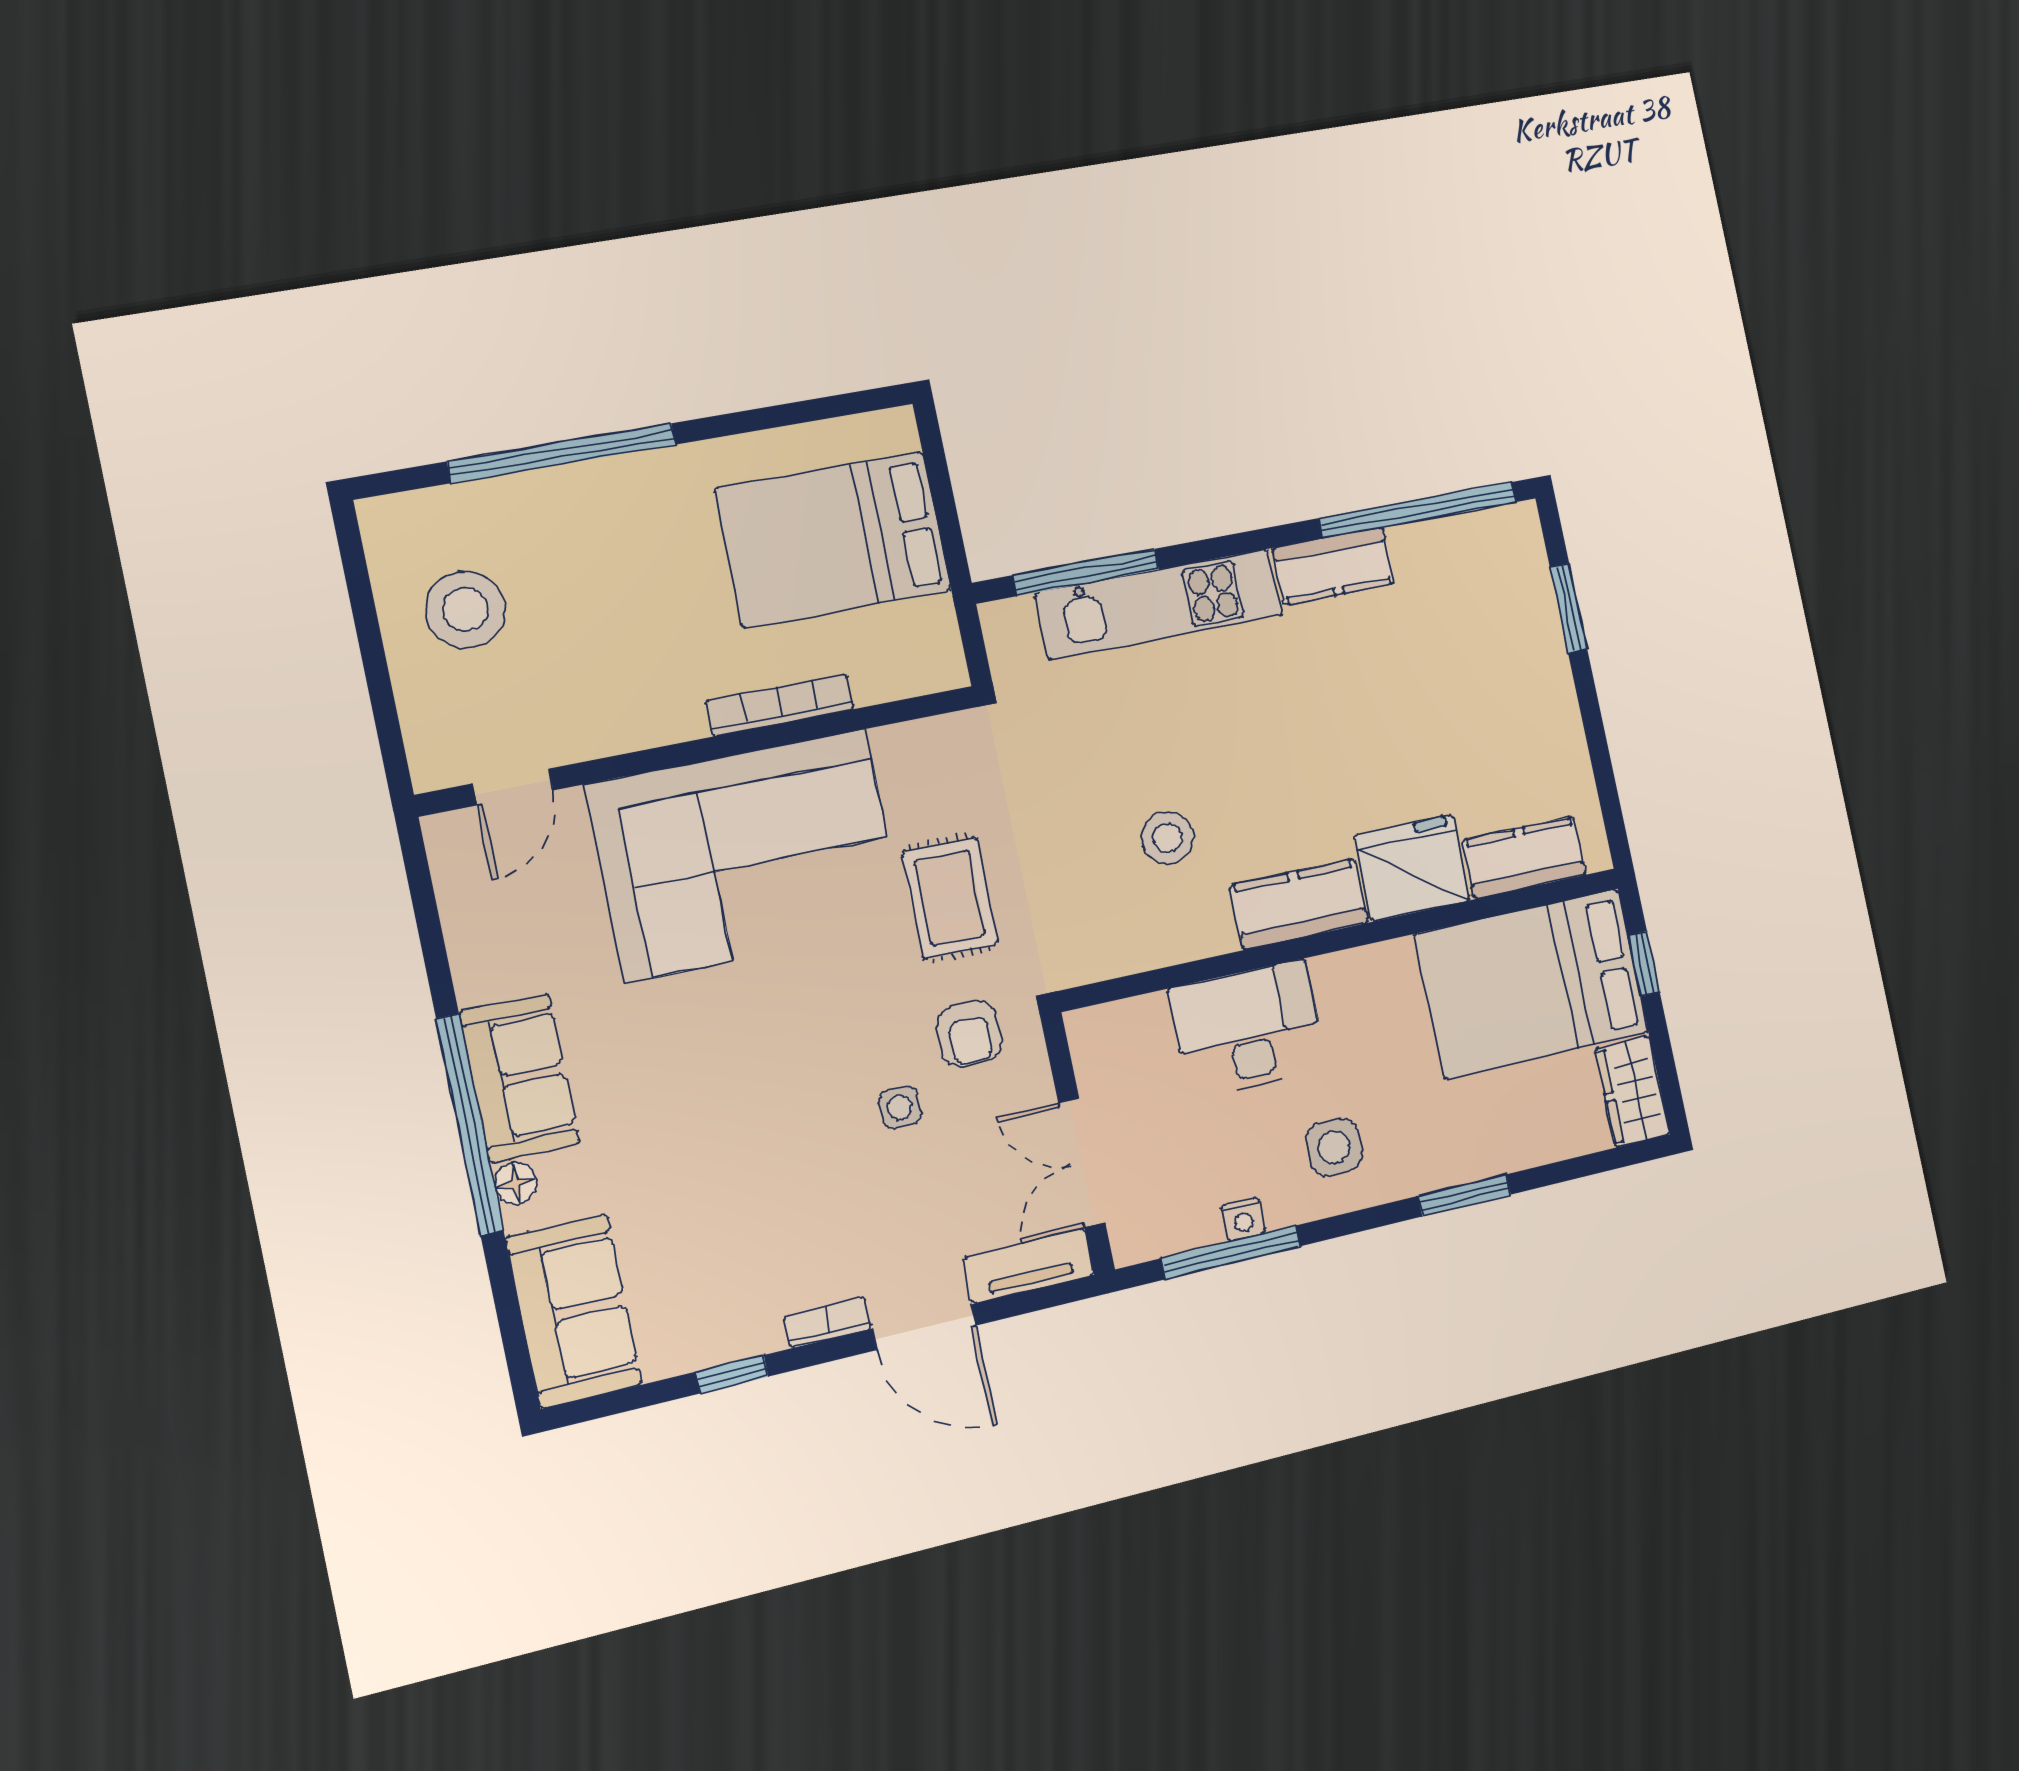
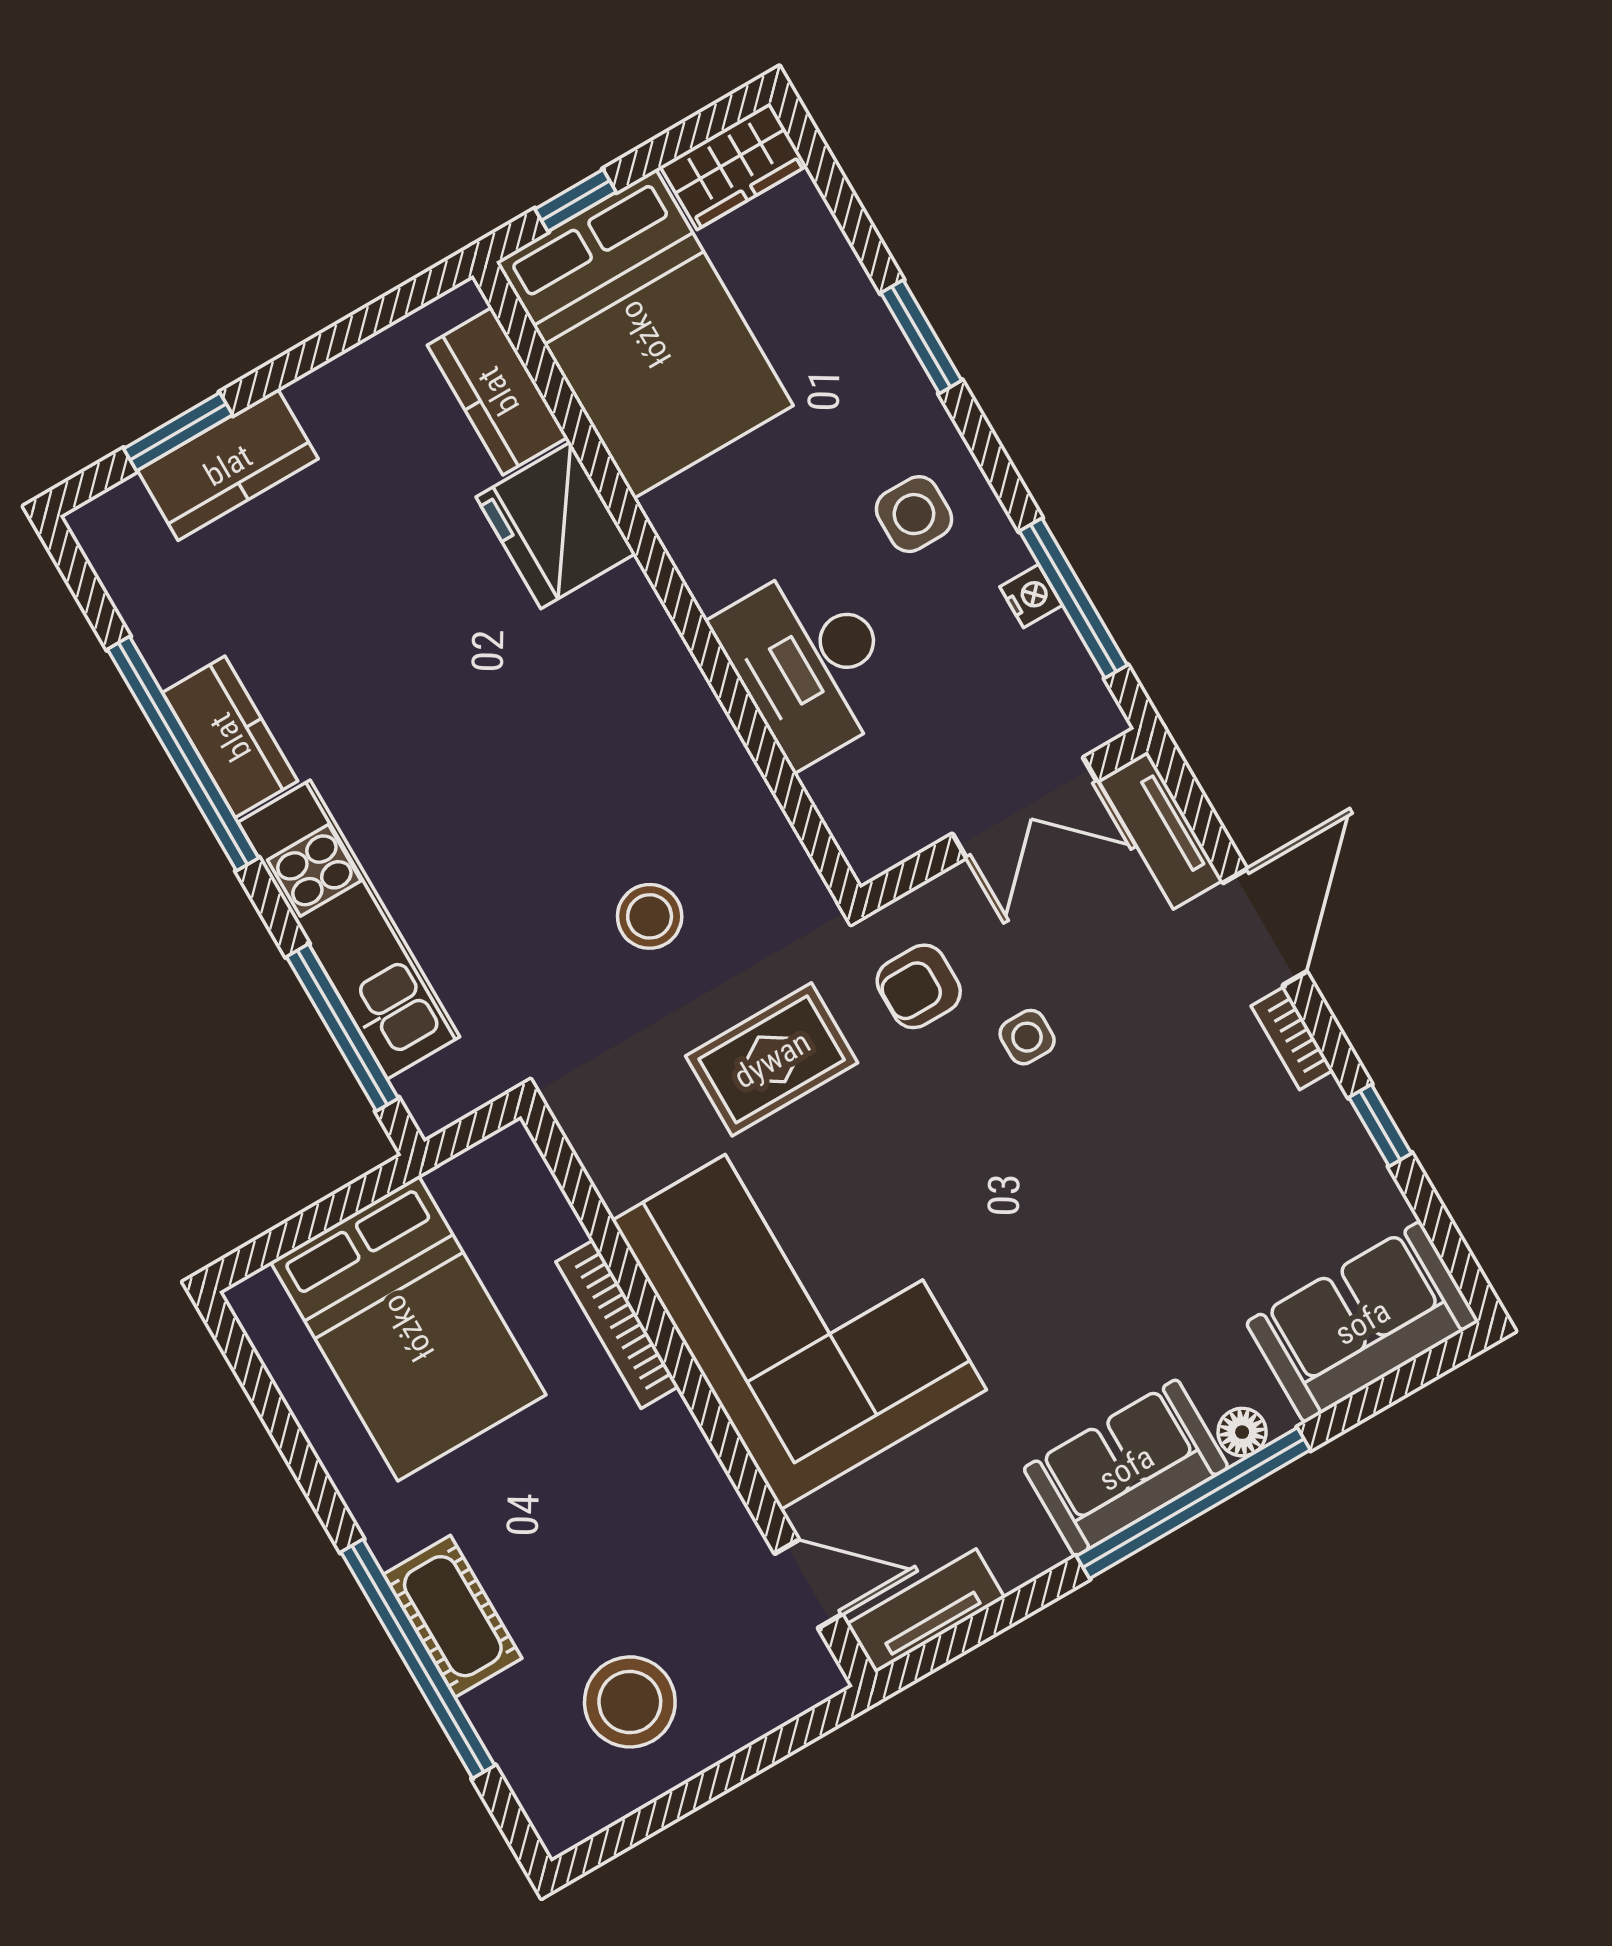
cot: (587, 493) -> (453, 1616), added
window: (1418, 510) -> (183, 754), moved
stool: (1168, 838) -> (650, 916), moved
tv unit: (456, 875) -> (926, 1611), added
kitchen counter: (1299, 904) -> (228, 465), moved, turned -90
armchair: (969, 1034) -> (919, 986), turned 180

